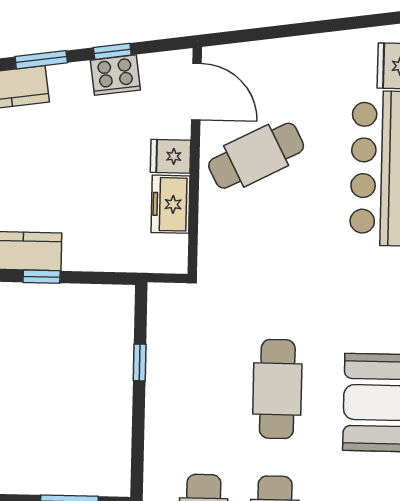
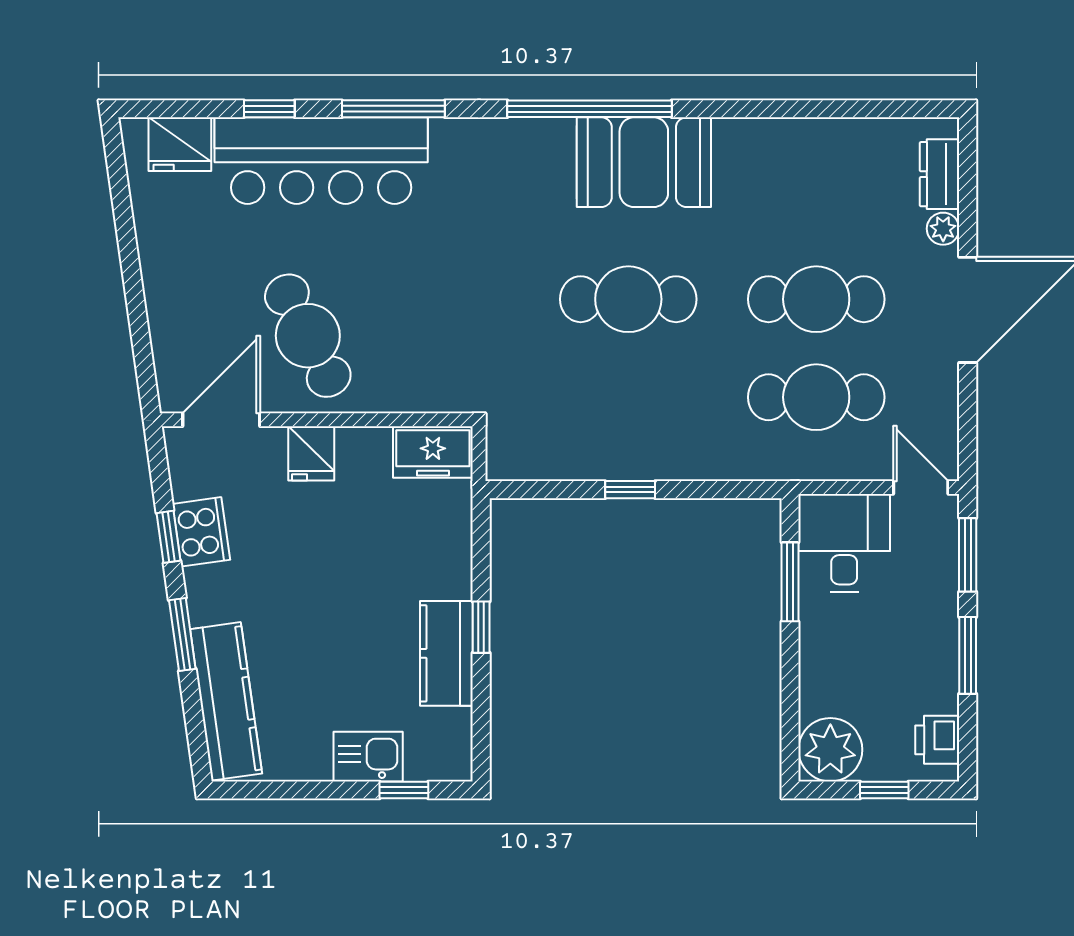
freezer: (171, 204) -> (433, 452), moved
window: (140, 362) -> (630, 490), moved

